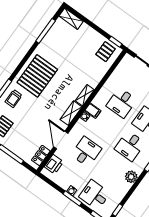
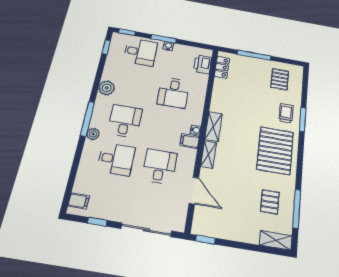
pallet: (106, 52) -> (270, 202), moved
door: (61, 140) -> (194, 191), moved

